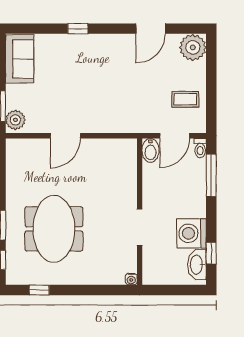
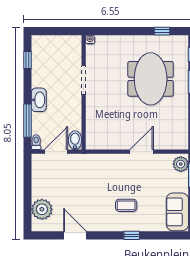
door: (150, 29) -> (75, 235), hinge flipped
plant: (193, 47) -> (42, 209), moved
coffee table: (185, 99) -> (126, 205), moved
washing machine: (191, 233) -> (43, 75), removed
washbasin: (197, 265) -> (39, 100), moved

